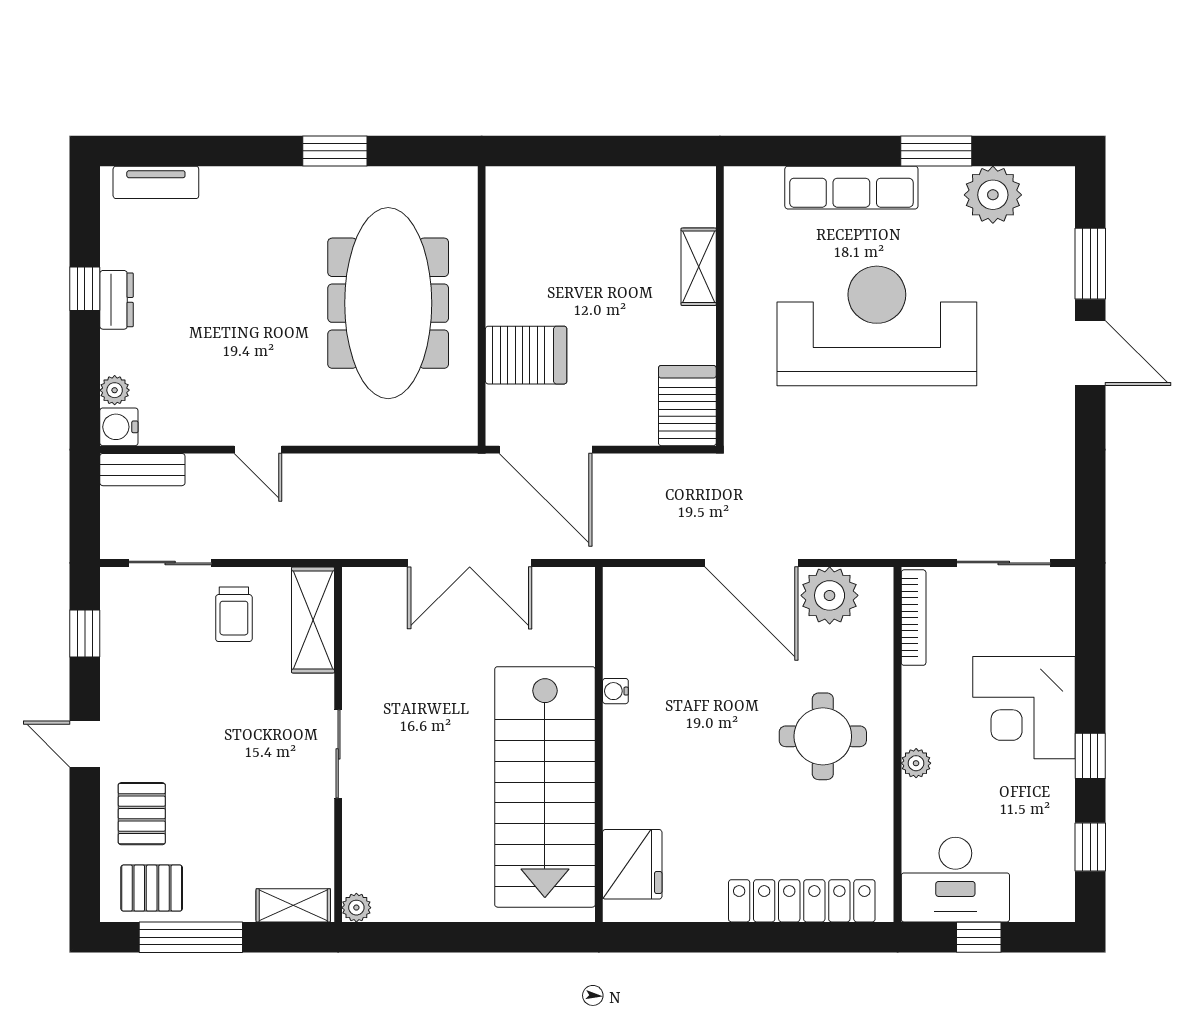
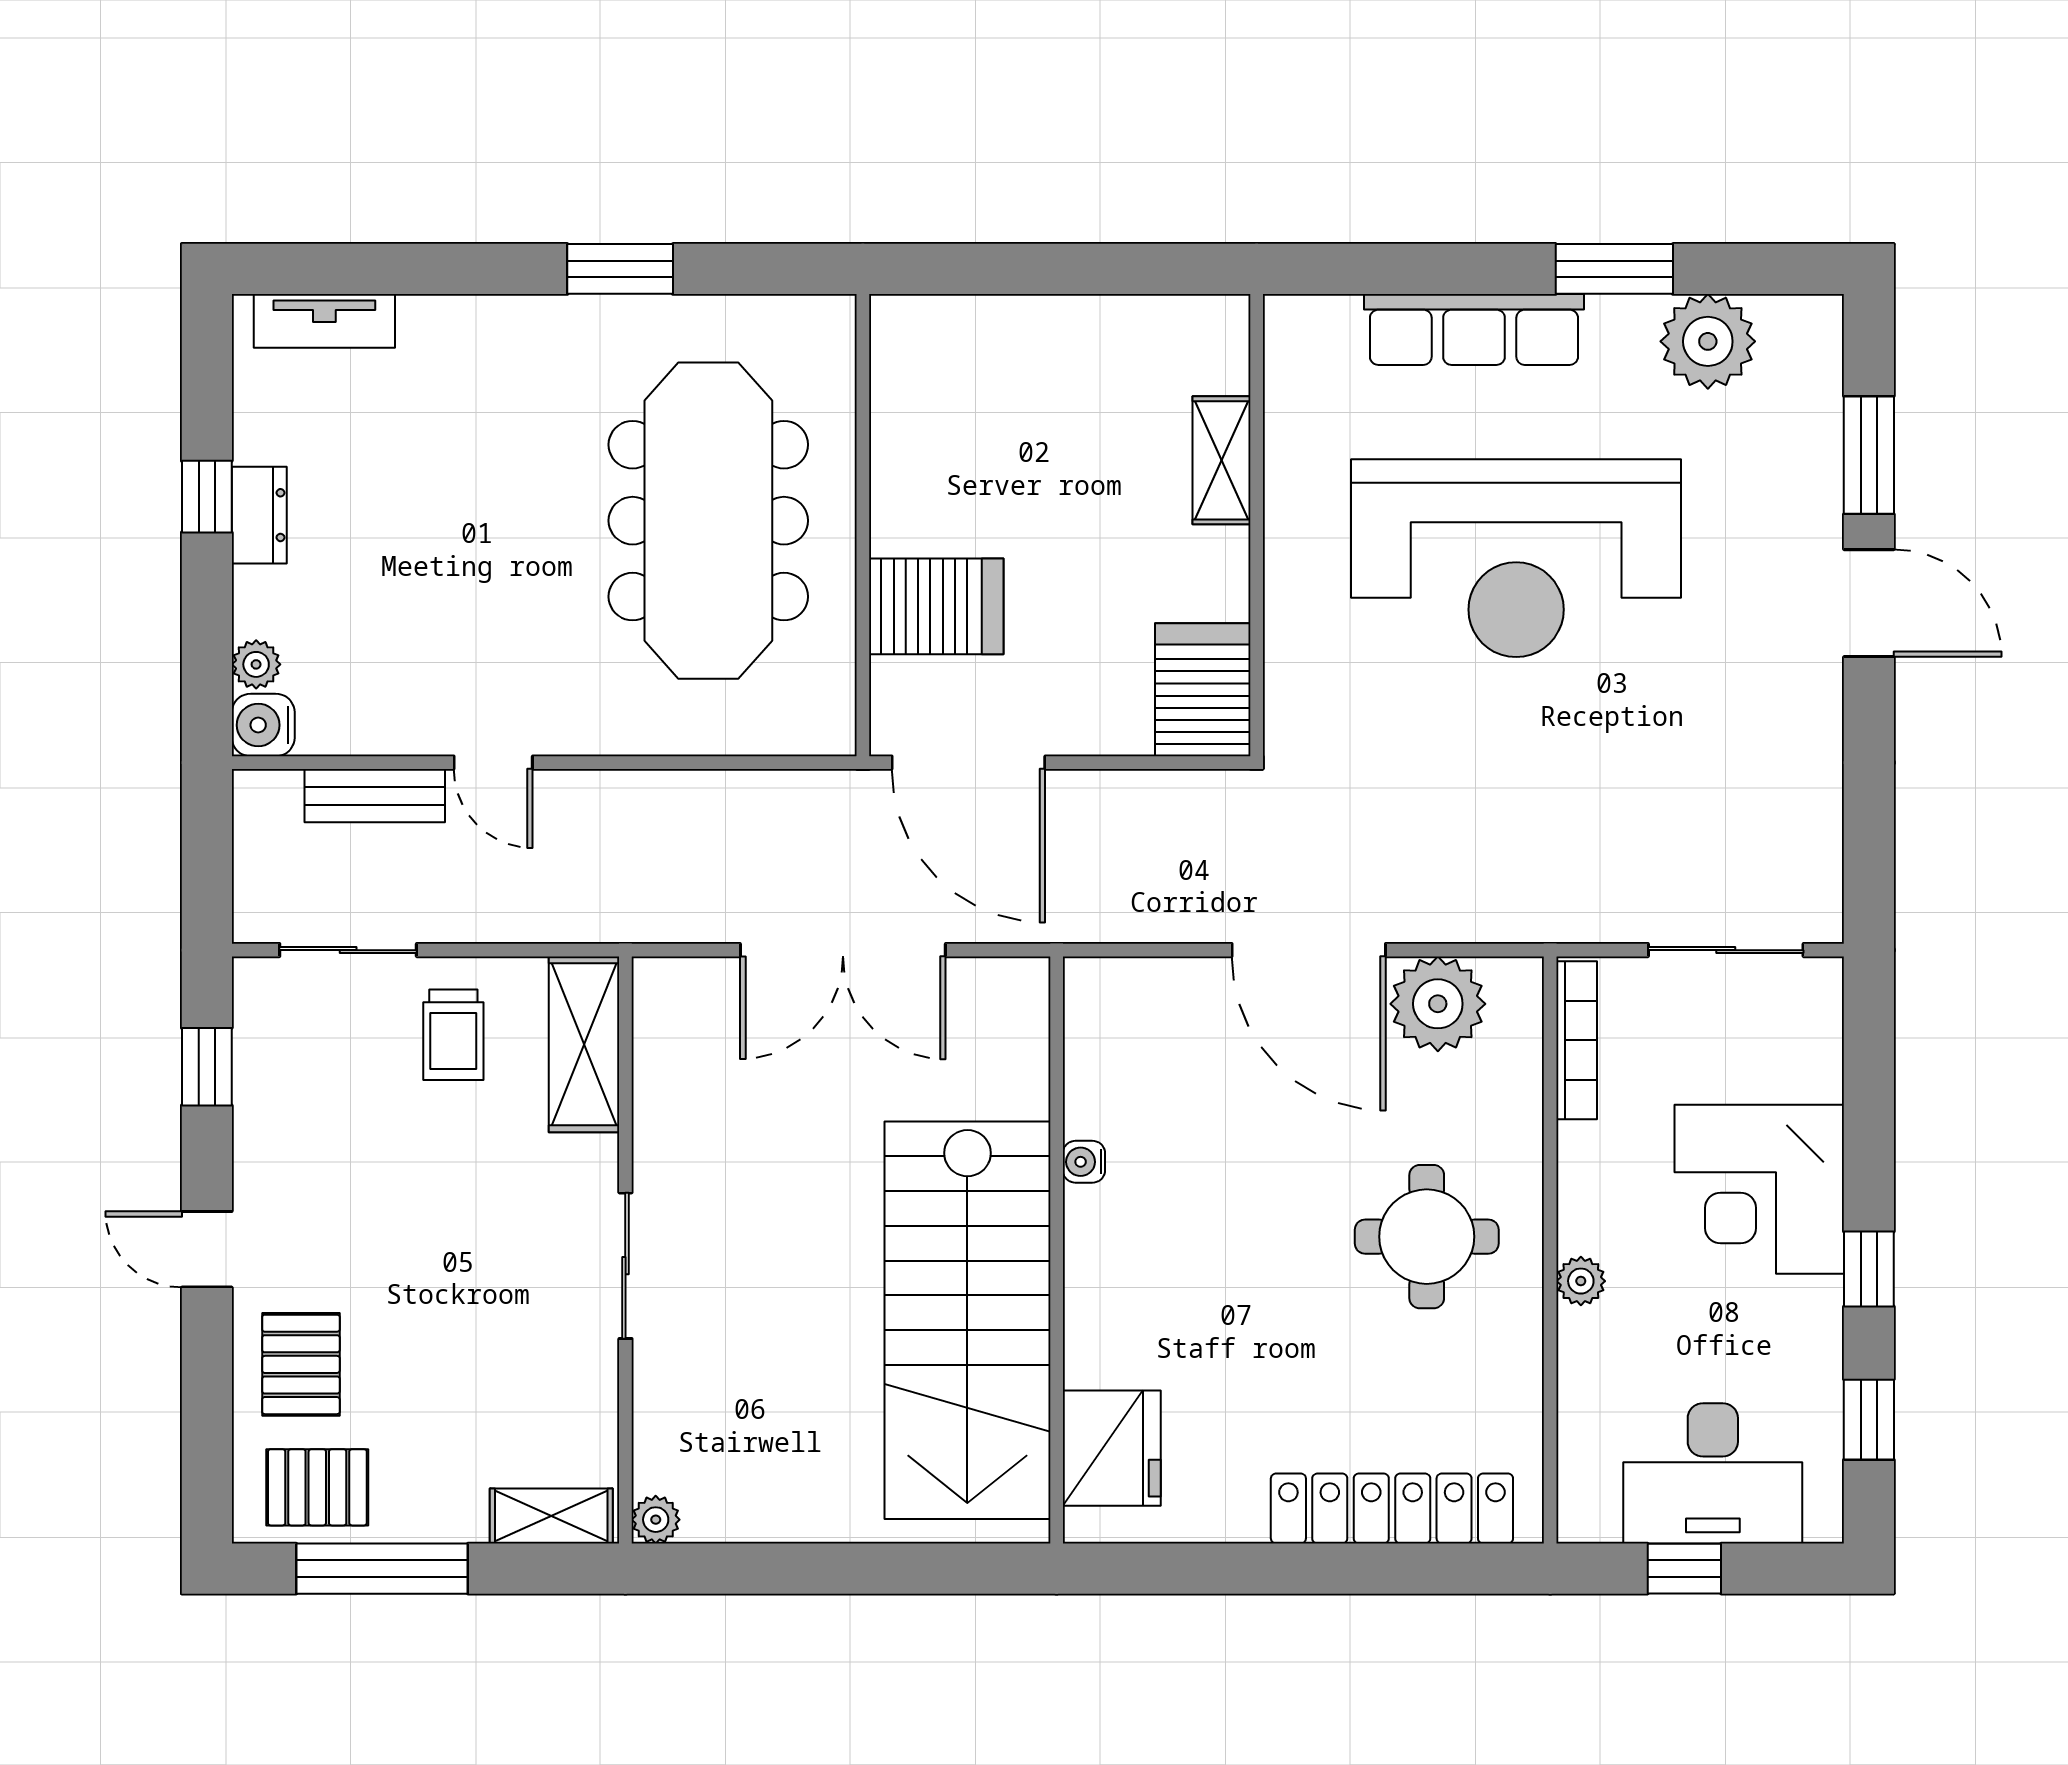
reception desk: (877, 326) -> (1516, 558), turned 180
bench: (142, 470) -> (375, 796), moved
desk: (955, 880) -> (1713, 1473), moved

